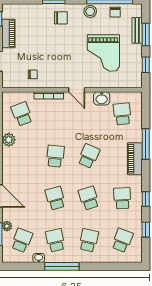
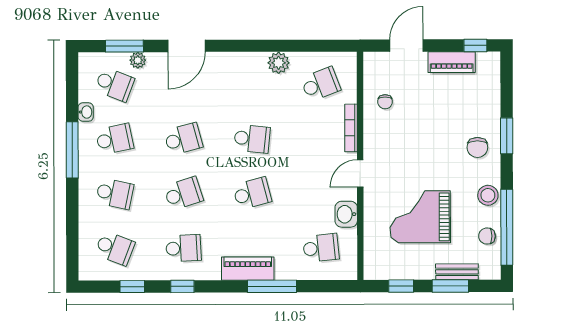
school desk: (89, 156) -> (252, 193), turned -39

